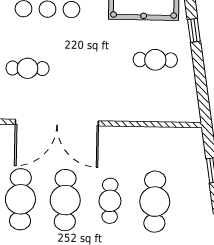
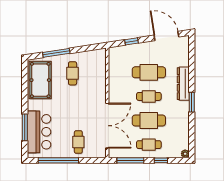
window: (194, 30) -> (56, 53), width x2.17
cafe table: (20, 199) -> (149, 145), width x0.73, depth x0.74

